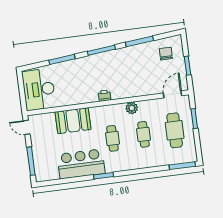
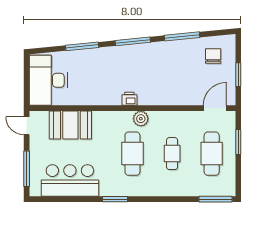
plant: (132, 108) -> (141, 119), moved
booth: (73, 121) -> (70, 125), moved
cafe table: (112, 138) -> (132, 154), width x1.37, depth x1.35
bar counter: (81, 164) -> (70, 180), moved

